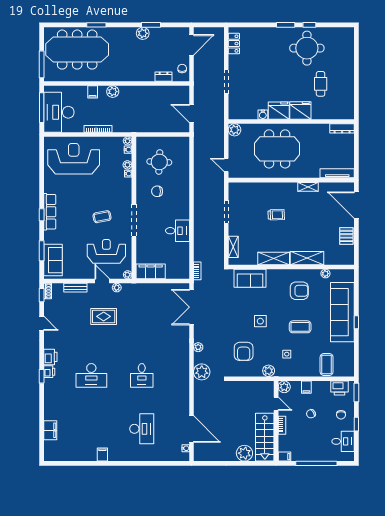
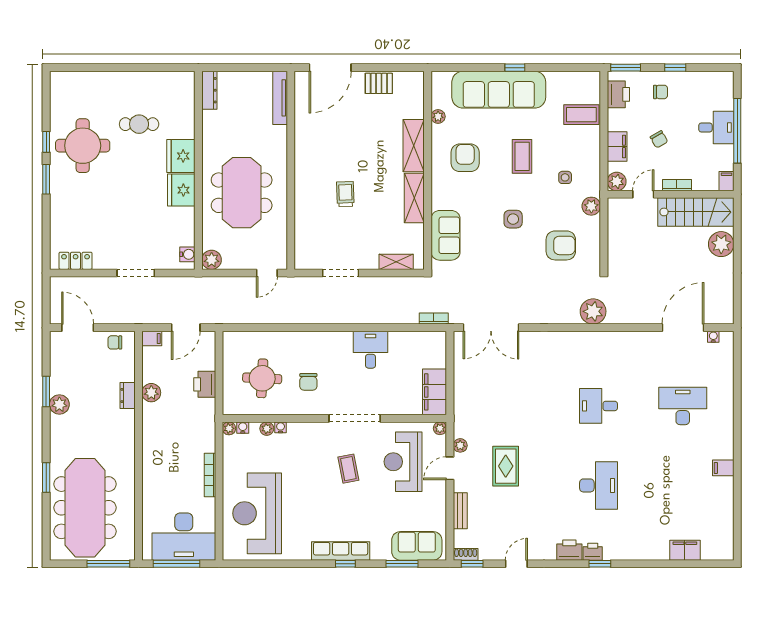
dresser: (164, 77) -> (128, 396), moved
filing cabinet: (93, 92) -> (152, 338), moved
plant: (113, 92) -> (151, 393), moved
water cooler: (263, 115) -> (187, 254), moved
printer: (155, 125) -> (205, 384), added
shelving: (308, 187) -> (301, 144), removed
plant: (198, 347) -> (554, 317), removed
desk: (142, 375) -> (599, 406), turned 180
filing cabinet: (306, 387) -> (617, 146), width x2.00
desk: (343, 441) -> (716, 128), moved, turned 90

